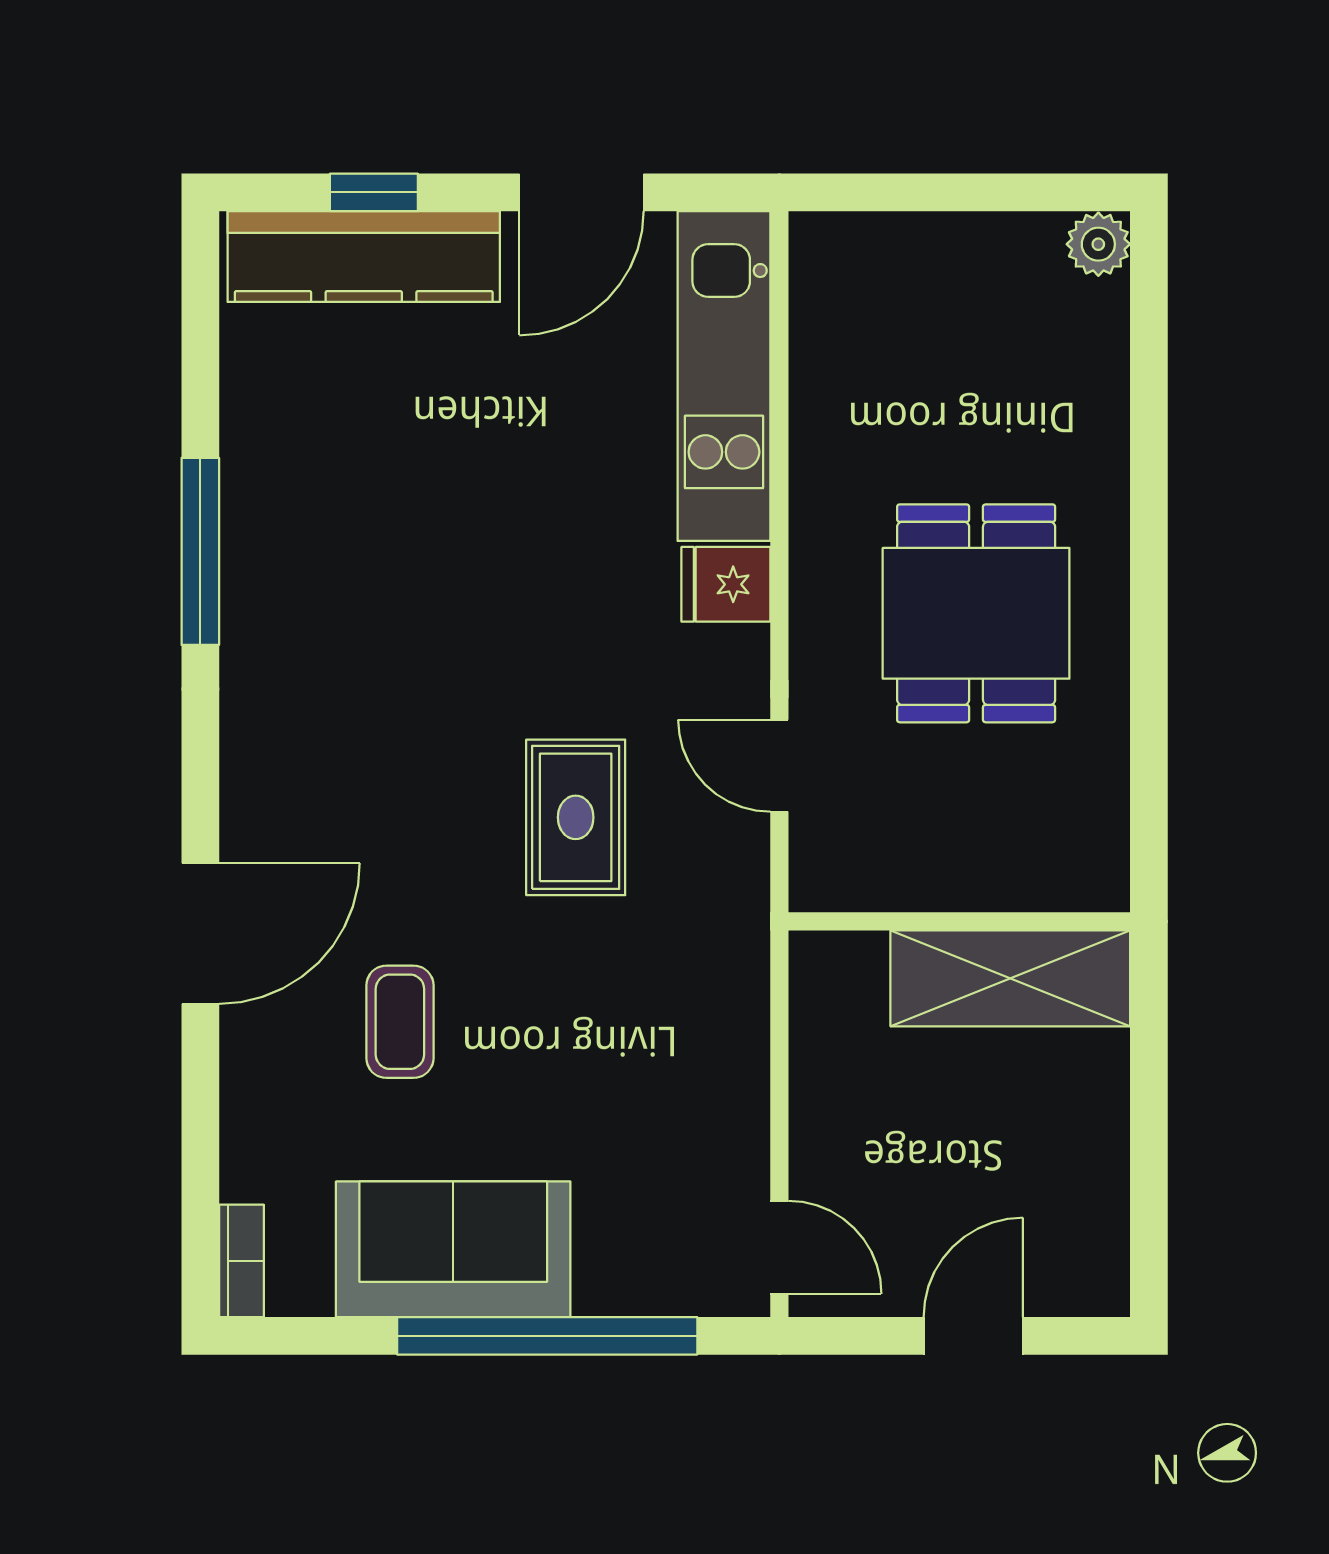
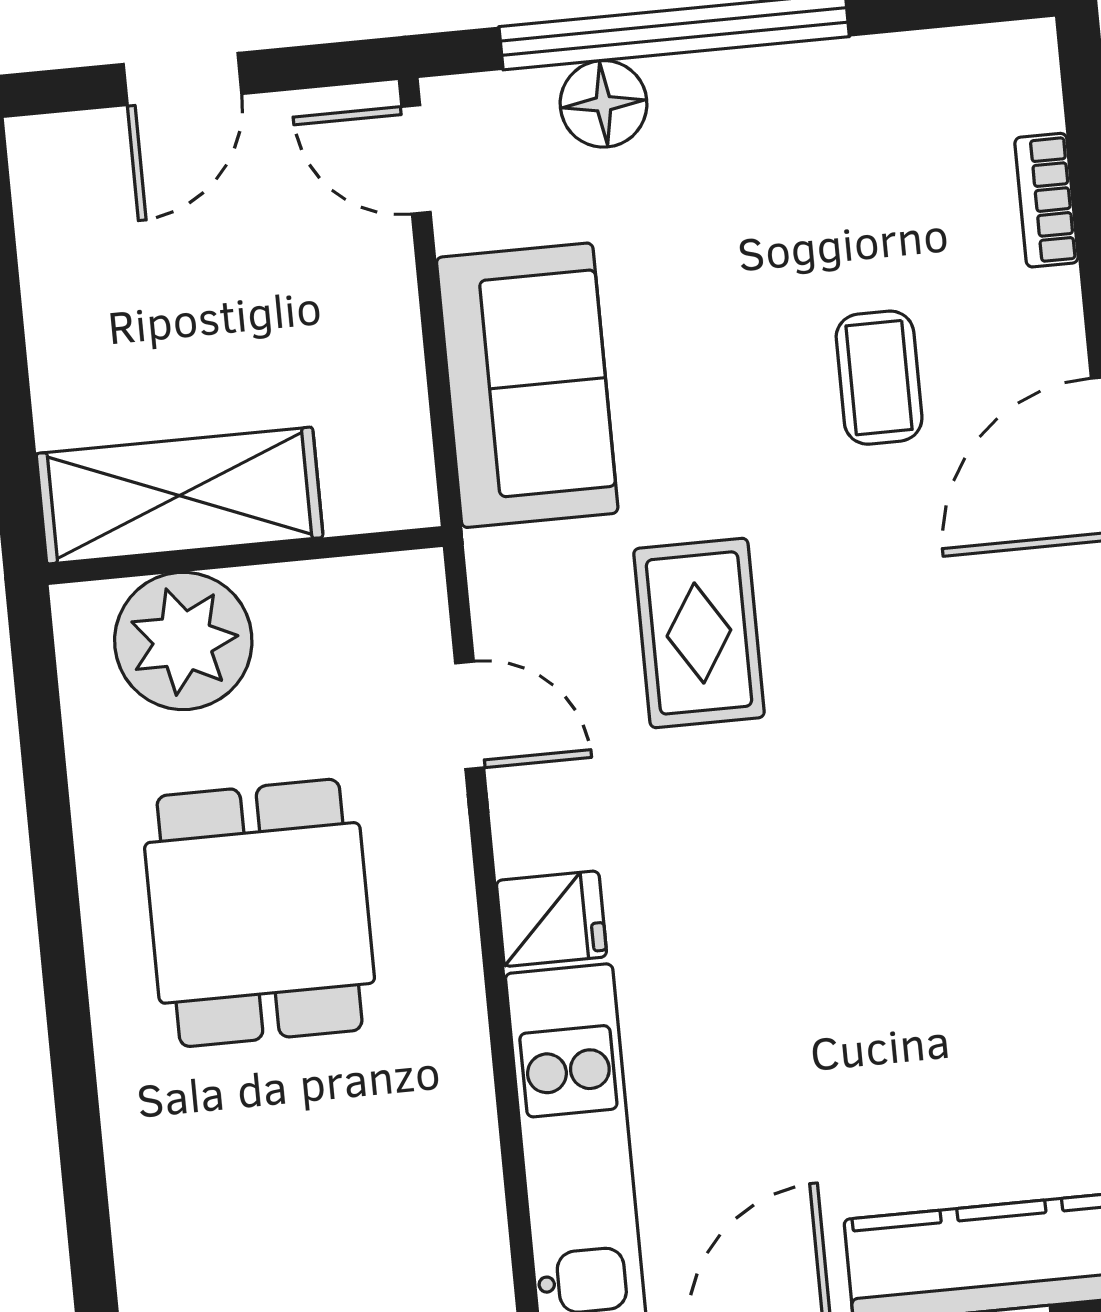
plant: (1019, 853) -> (183, 641), added
sofa: (453, 1249) -> (527, 385), moved, turned -90
bookcase: (241, 1261) -> (1046, 200), moved
floor lamp: (614, 1280) -> (604, 104), added

